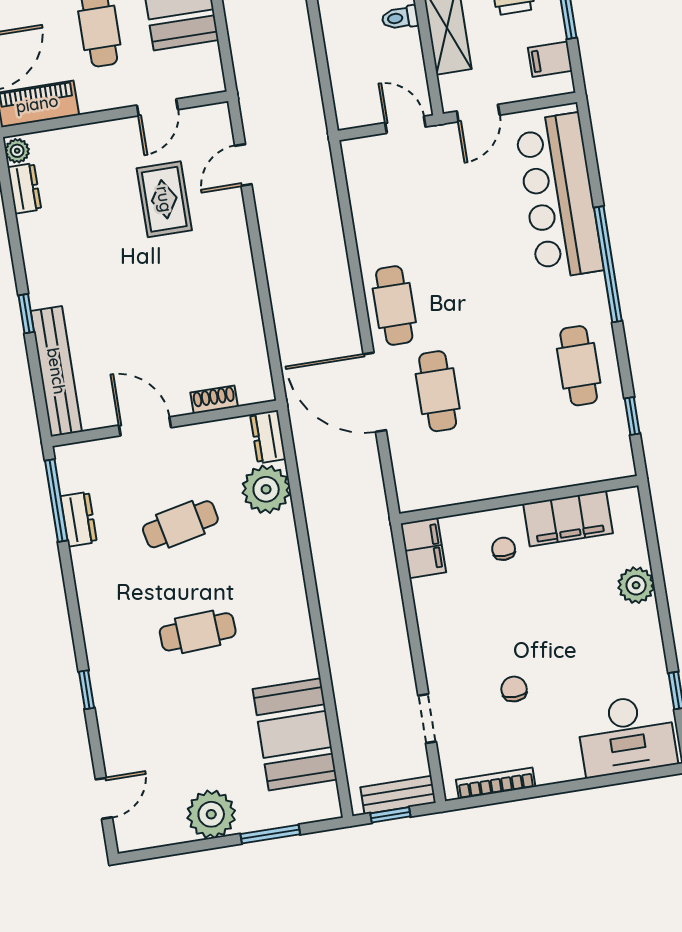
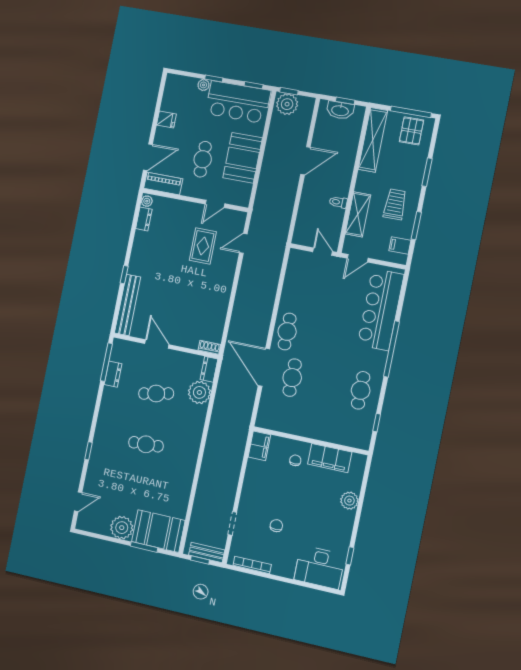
shoe rack: (214, 400) -> (209, 347), moved
booth: (295, 734) -> (158, 531), moved, turned 90

